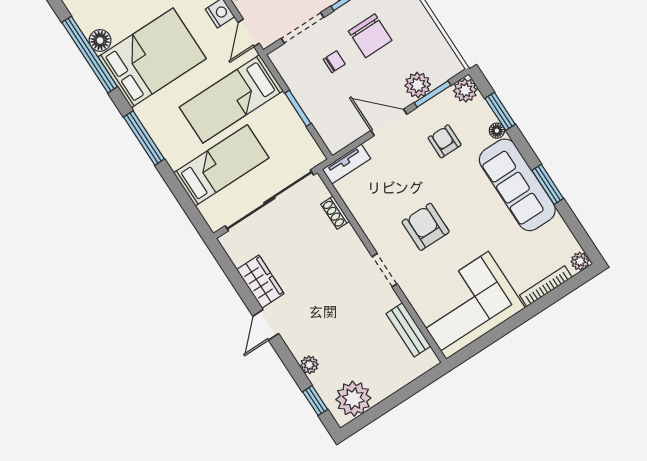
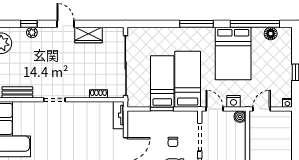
floor lamp: (100, 40) -> (271, 34), moved
bed: (221, 165) -> (162, 82), moved, turned 180
armchair: (426, 227) -> (63, 134), removed
window: (315, 401) -> (29, 24), moved

